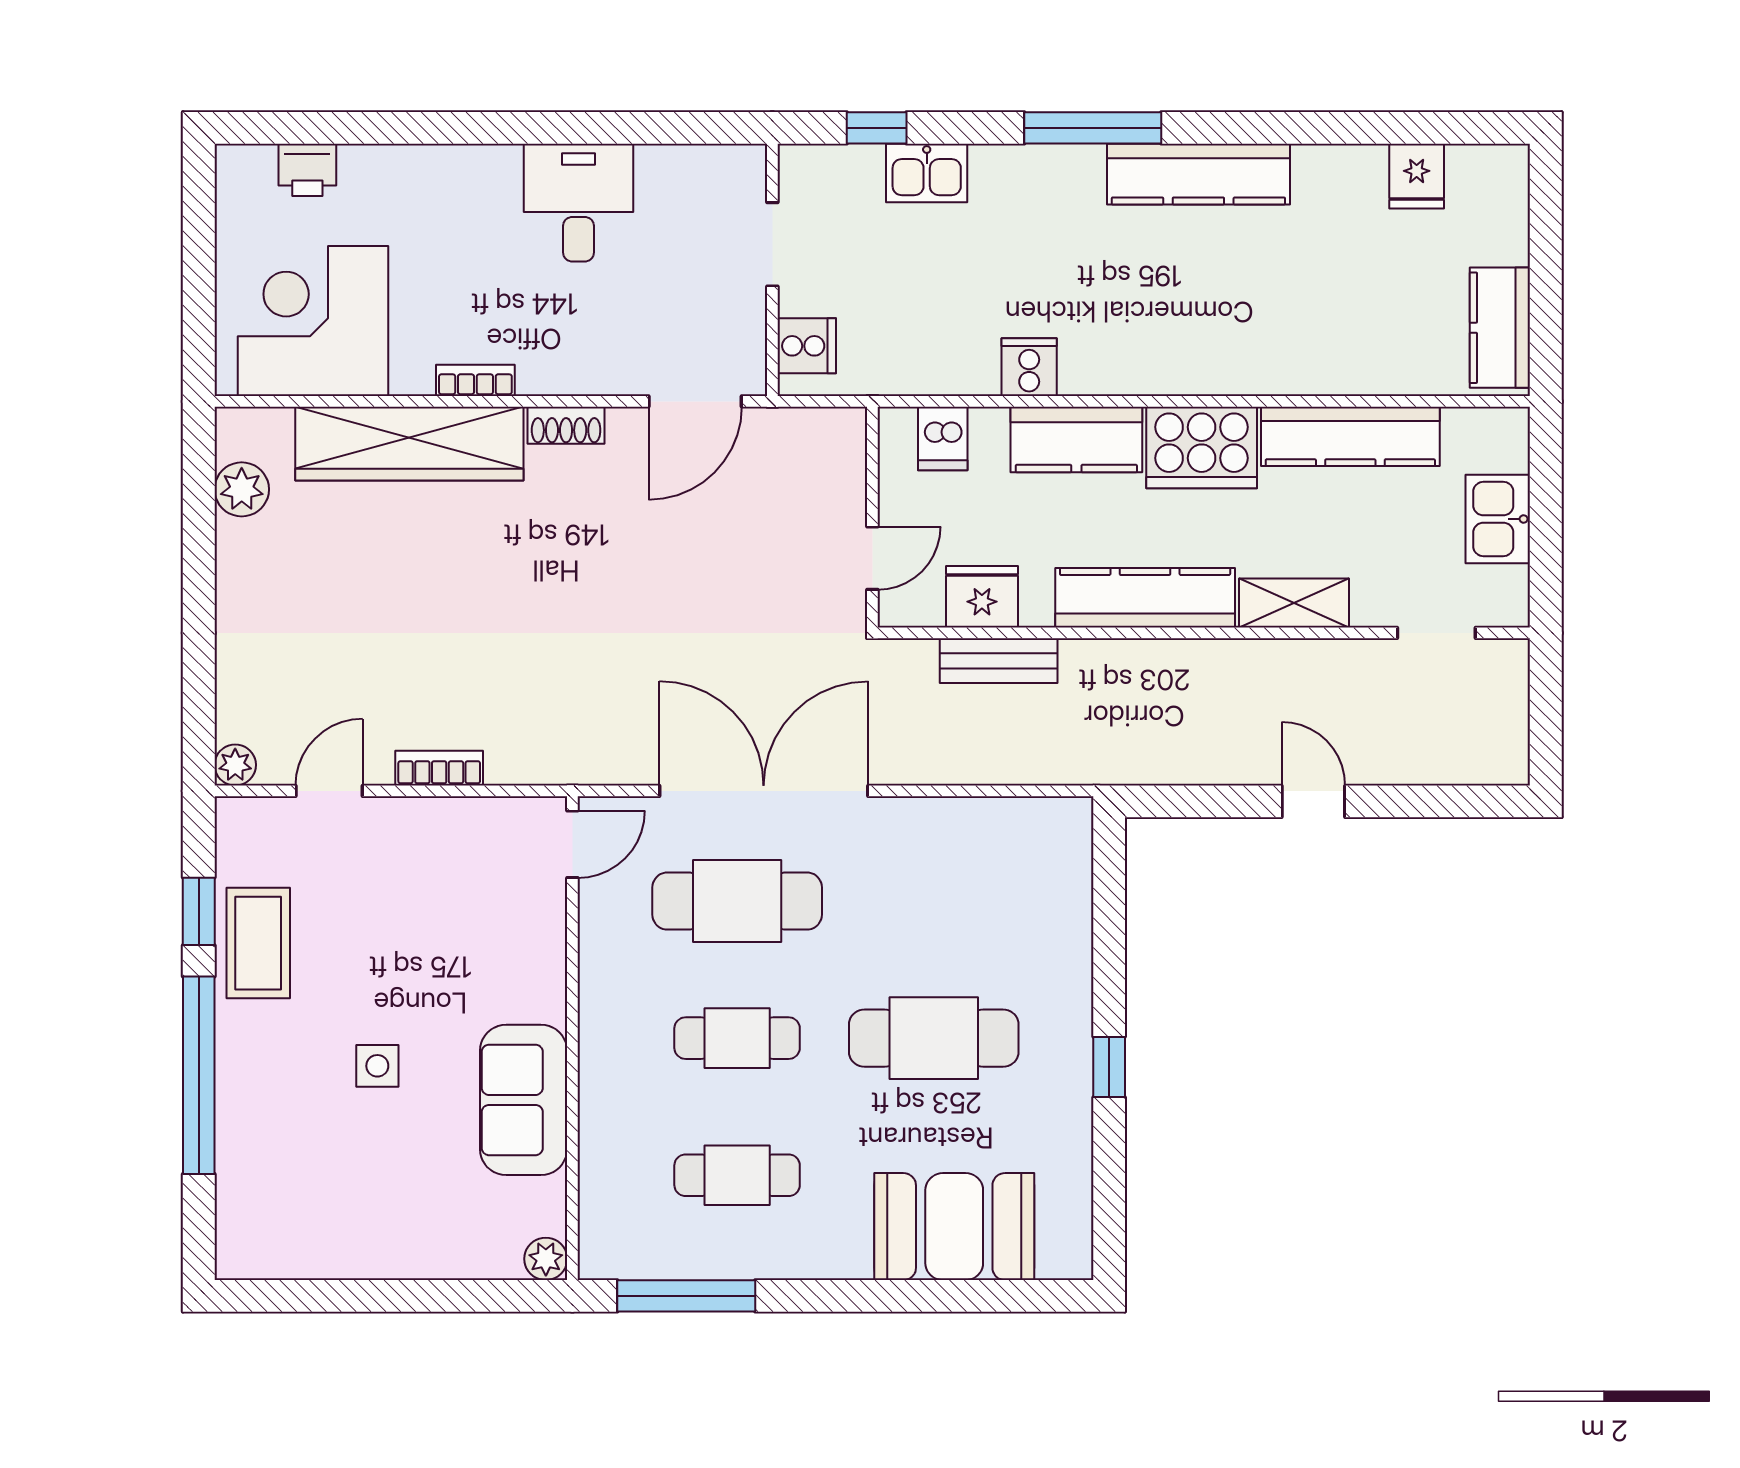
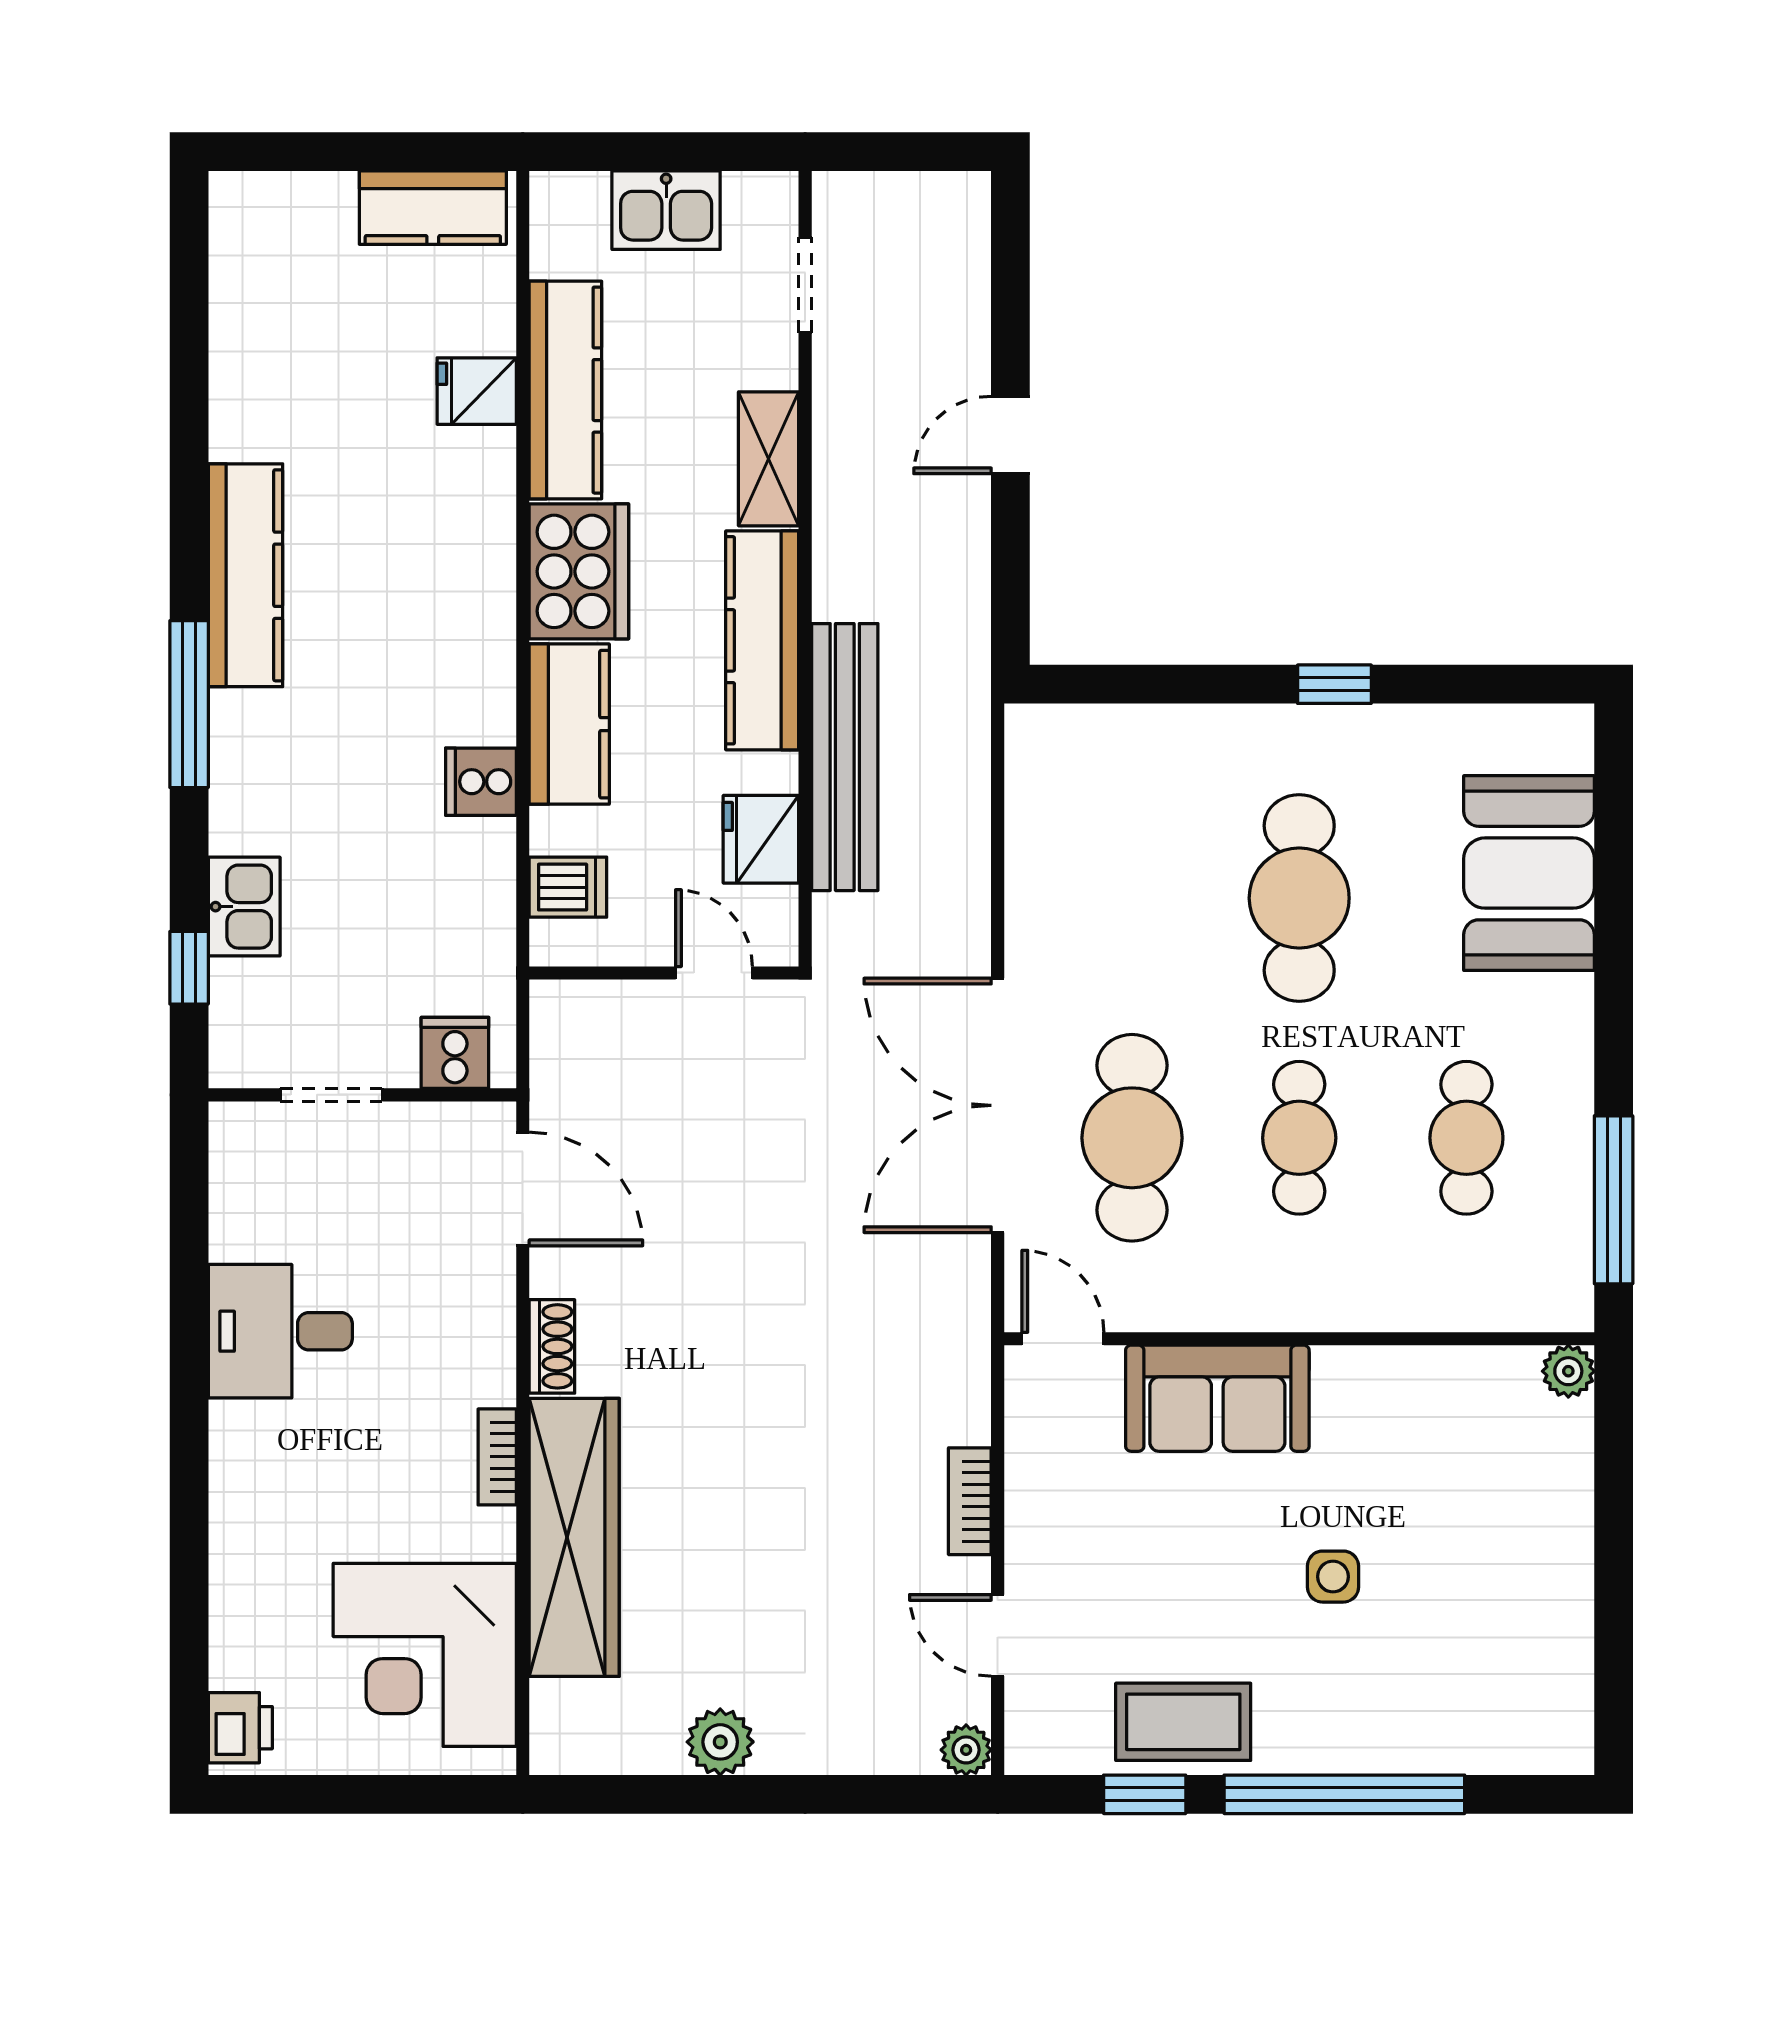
printer: (307, 170) -> (240, 1728), moved
fridge: (1417, 176) -> (477, 391), moved, turned 180
plant: (242, 489) -> (720, 1742), moved
bench: (999, 661) -> (845, 757), width x1.86, depth x1.21
sofa: (524, 1100) -> (1217, 1398), moved

